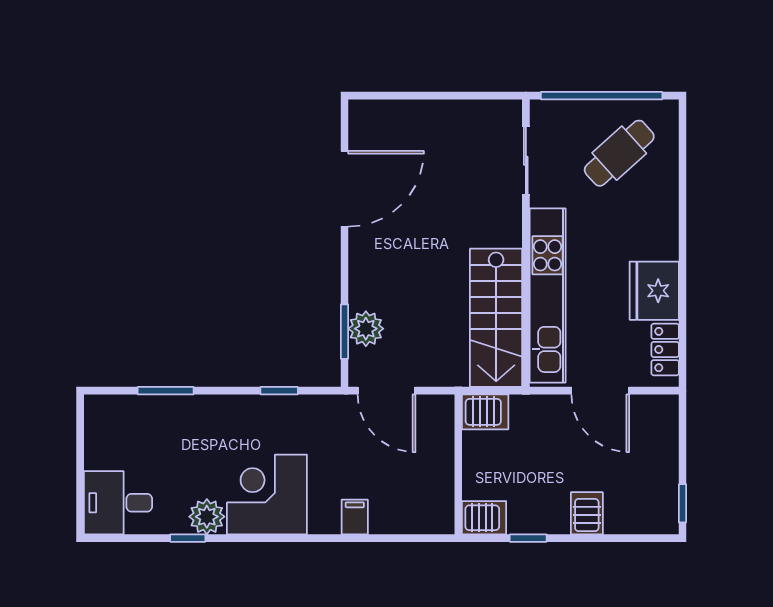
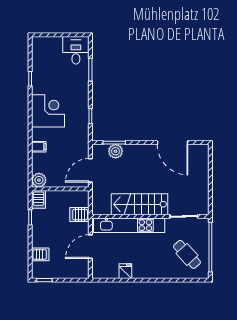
fridge: (654, 291) -> (125, 271), width x0.53, depth x0.75
stairs: (496, 318) -> (140, 204), moved
locker: (665, 350) -> (107, 273), removed
door: (386, 391) -> (90, 170), moved
server rack: (485, 412) -> (79, 215), moved, turned 90
desk: (118, 503) -> (76, 50), moved
server rack: (587, 513) -> (40, 254), moved
plant: (207, 517) -> (39, 180), moved

